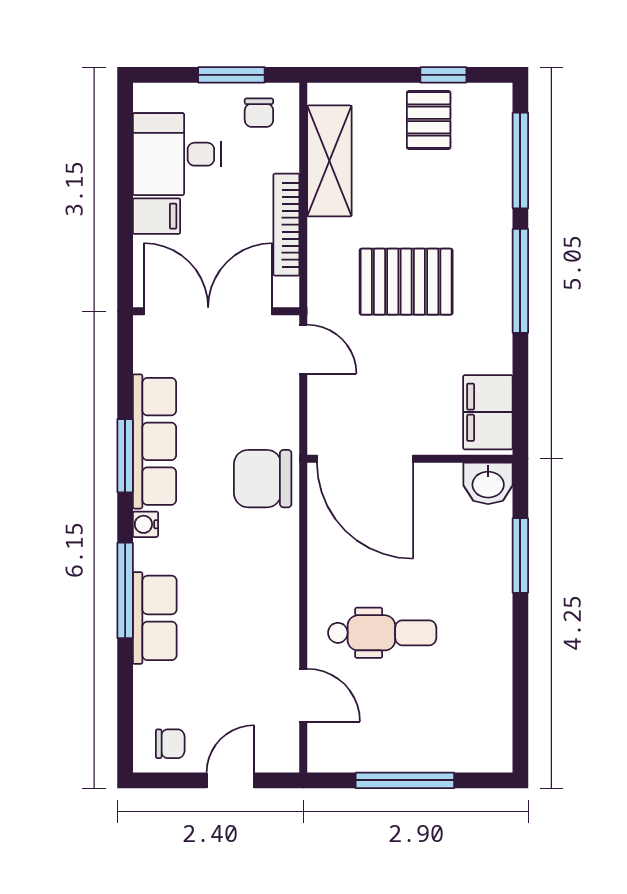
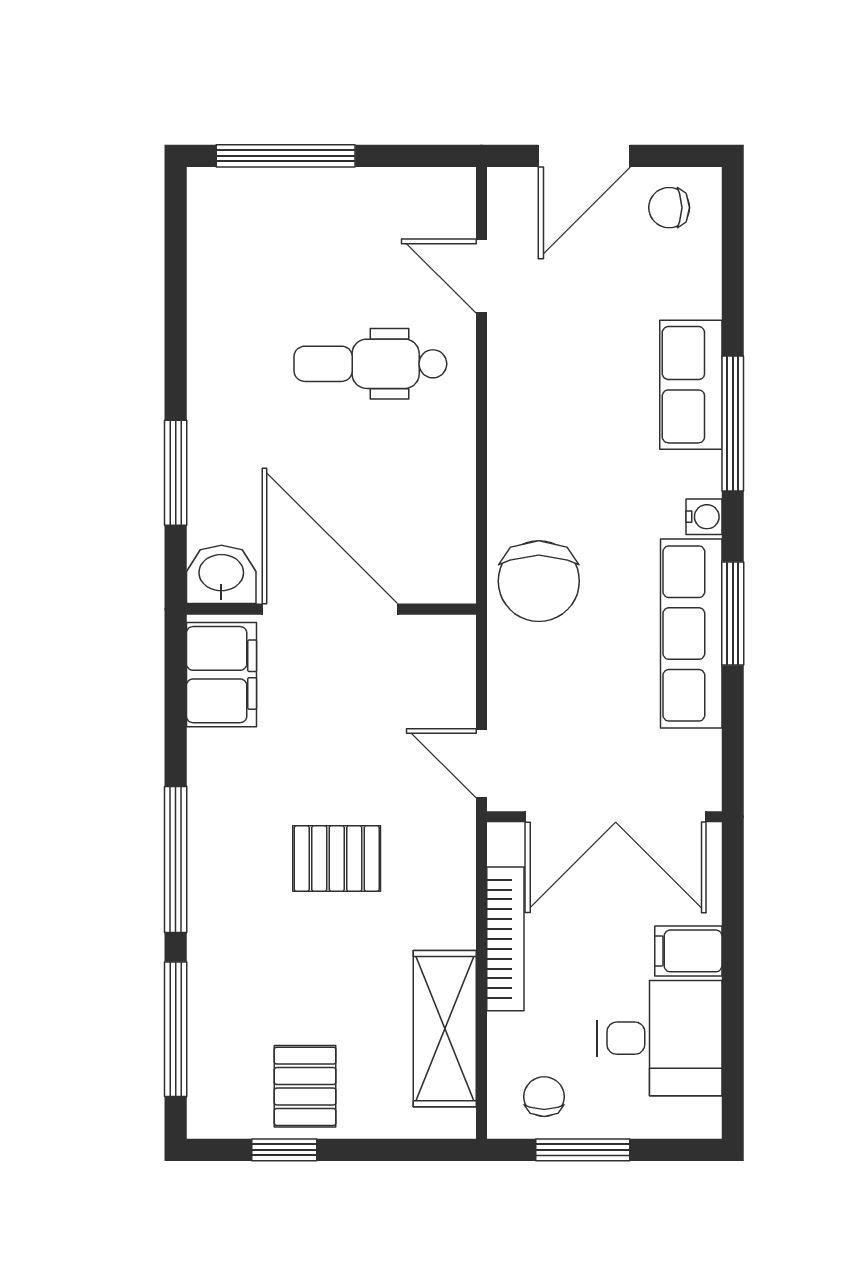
pallet: (406, 282) -> (337, 858), width x0.67, depth x0.71
door: (365, 459) -> (330, 609), moved
chair: (263, 479) -> (539, 581), turned 90
door: (230, 780) -> (584, 156), width x1.38
window: (405, 780) -> (286, 156), moved

